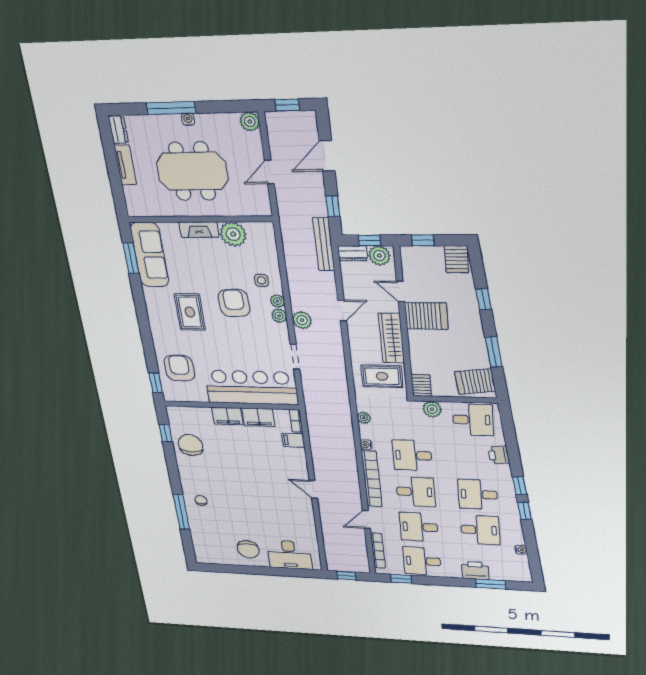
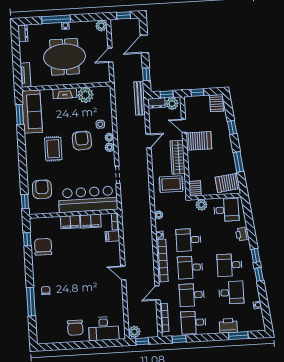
tv unit: (125, 165) -> (25, 75), moved
plant: (302, 320) -> (134, 332), moved
desk: (416, 492) -> (190, 267), turned 180

